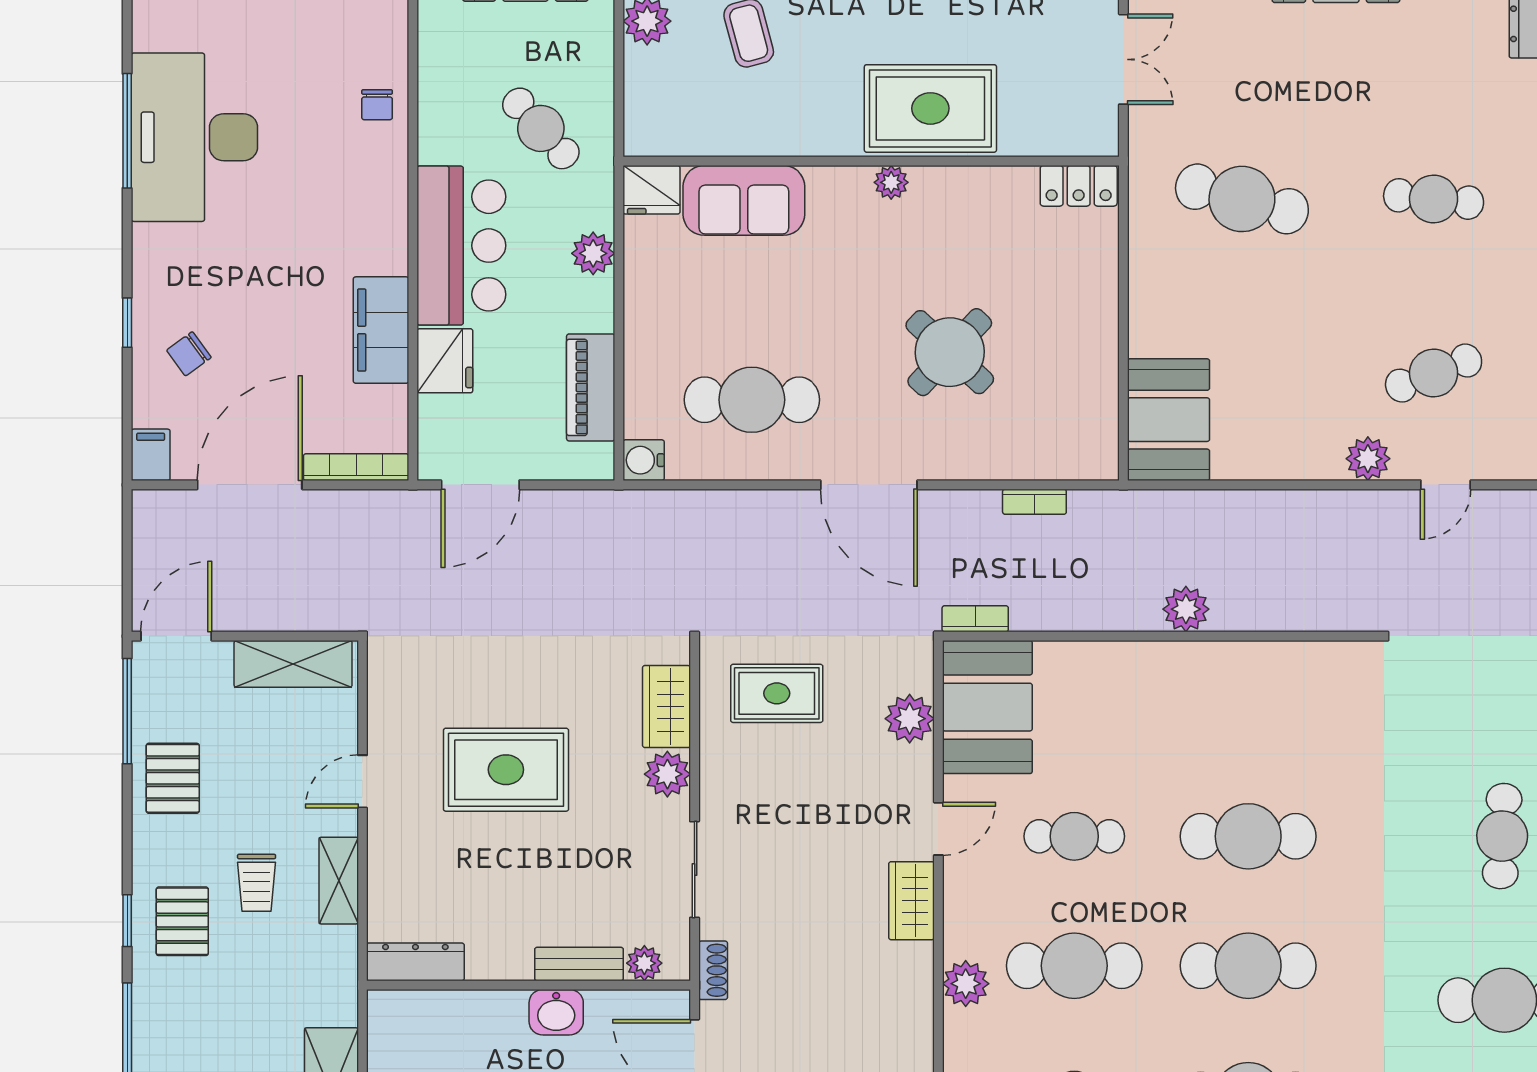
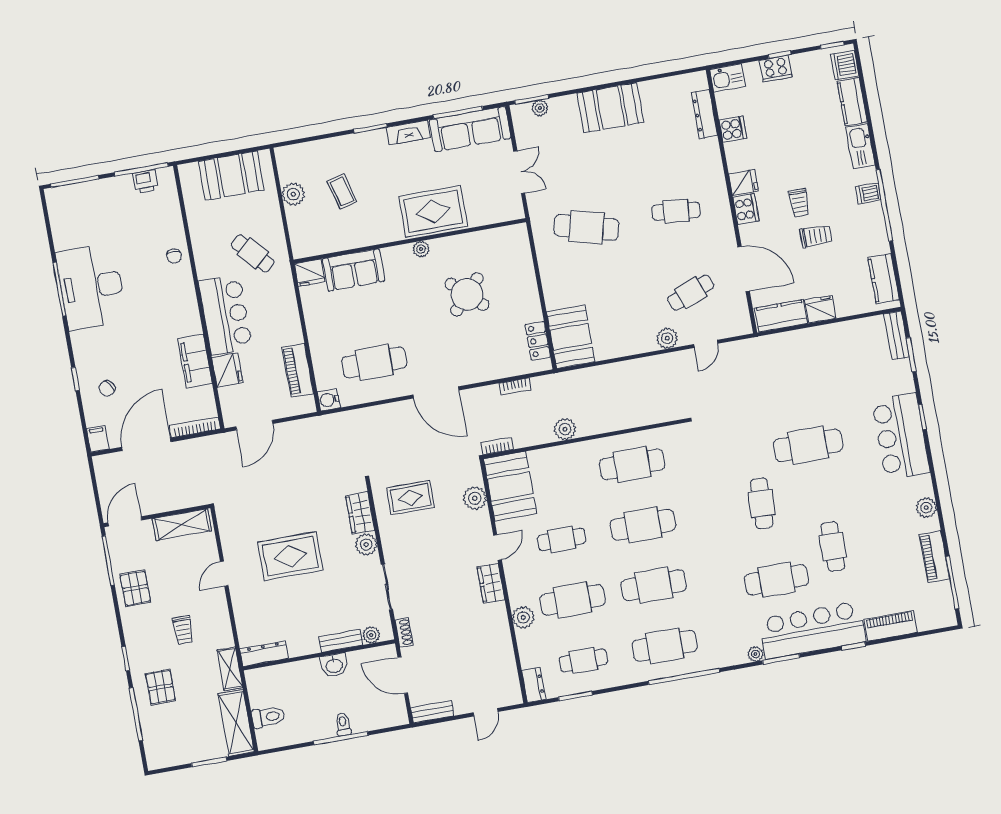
locker: (1079, 186) -> (538, 341), moved, turned 90
plant: (593, 253) -> (288, 307), removed
round table: (950, 352) -> (467, 294), moved
plant: (1186, 609) -> (565, 429), moved
cafe table: (1248, 707) -> (632, 464), added
shelving: (339, 881) -> (230, 669), moved
pallet: (182, 921) -> (161, 687), moved

